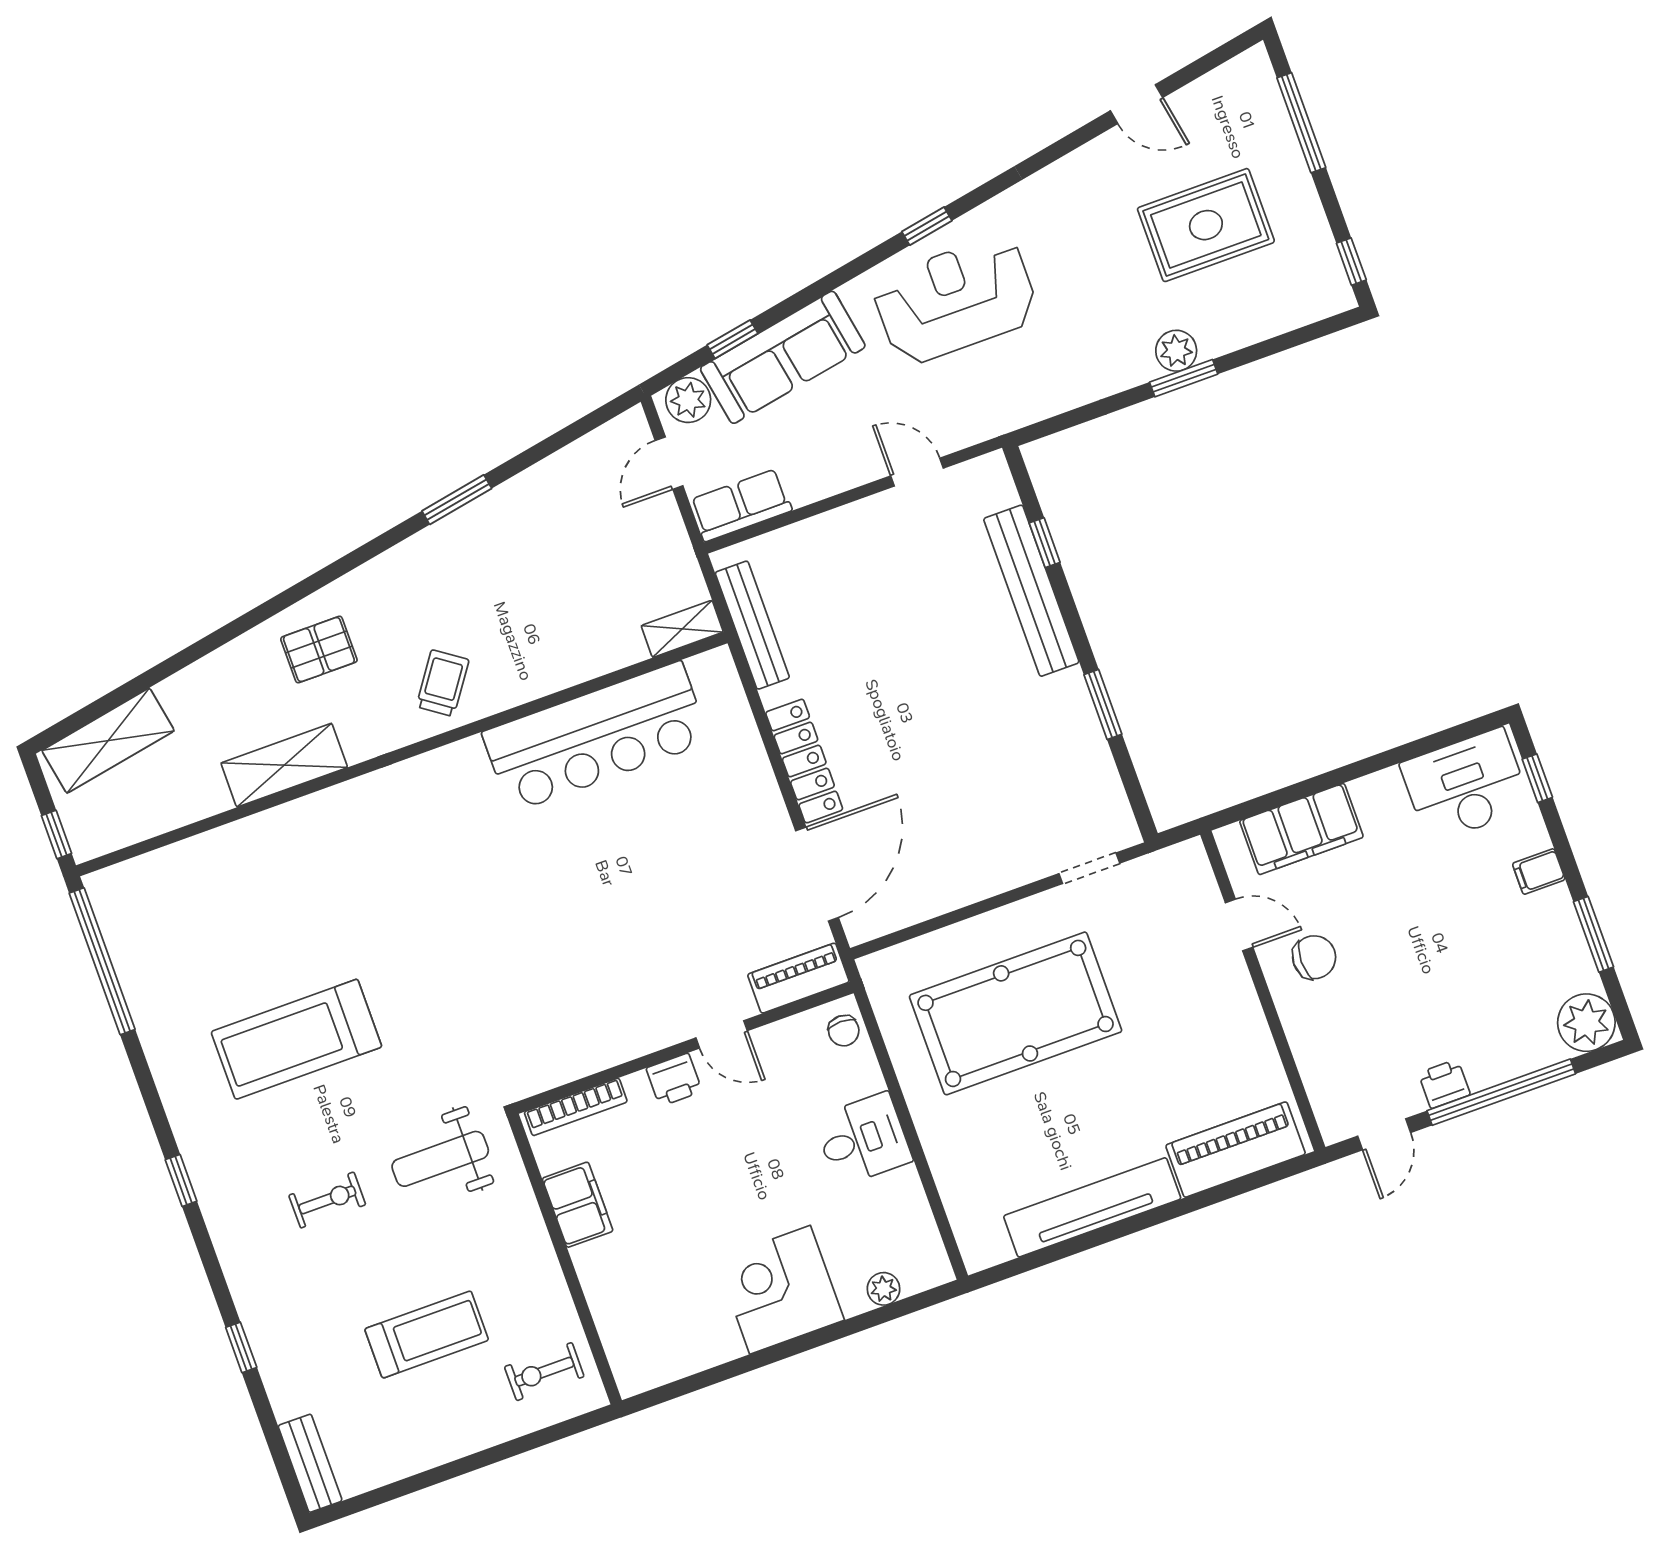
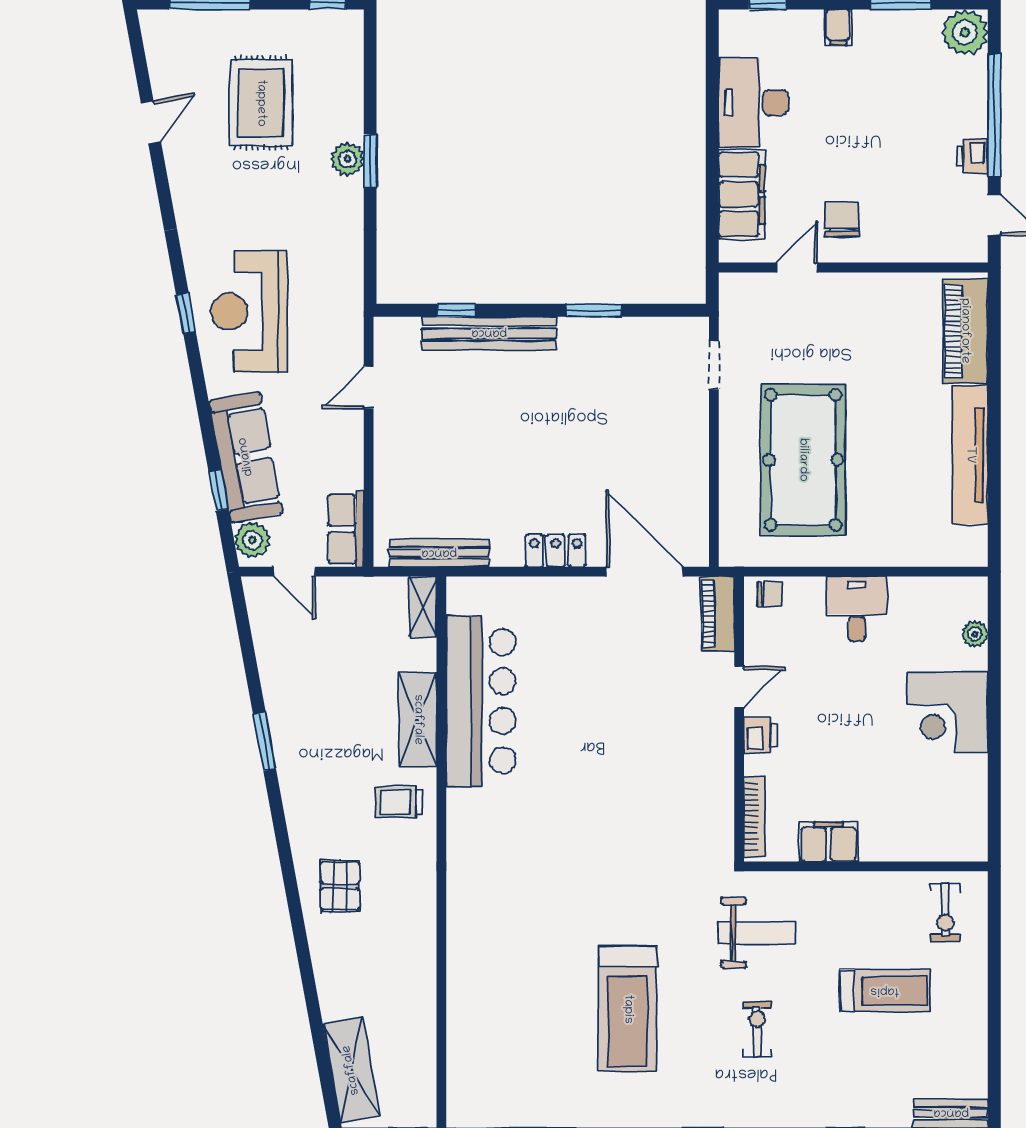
trolley: (443, 683) -> (399, 802), turned -35
locker: (804, 761) -> (556, 551), width x0.66
shelving: (284, 765) -> (418, 720), moved
desk: (1466, 786) -> (754, 103), moved
weight bench: (440, 1159) -> (757, 933), turned -90
treadmill: (427, 1334) -> (885, 991), turned 90

